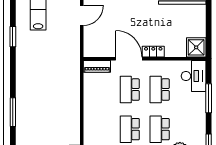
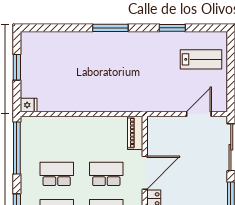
door: (82, 15) -> (199, 114), swing flipped
window: (13, 112) -> (110, 28), moved

